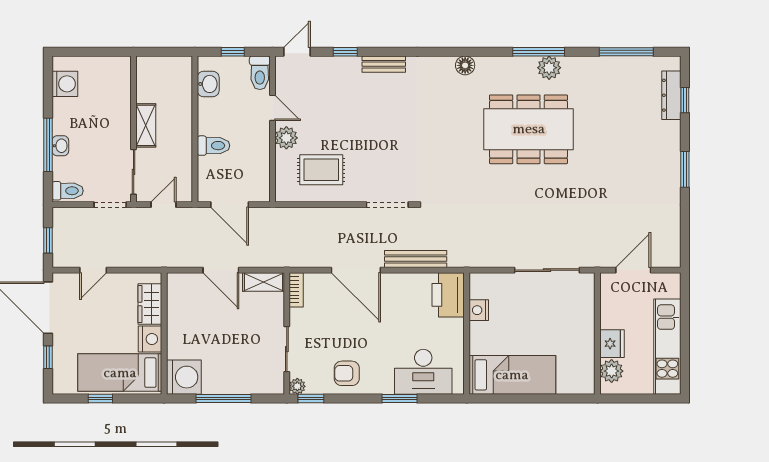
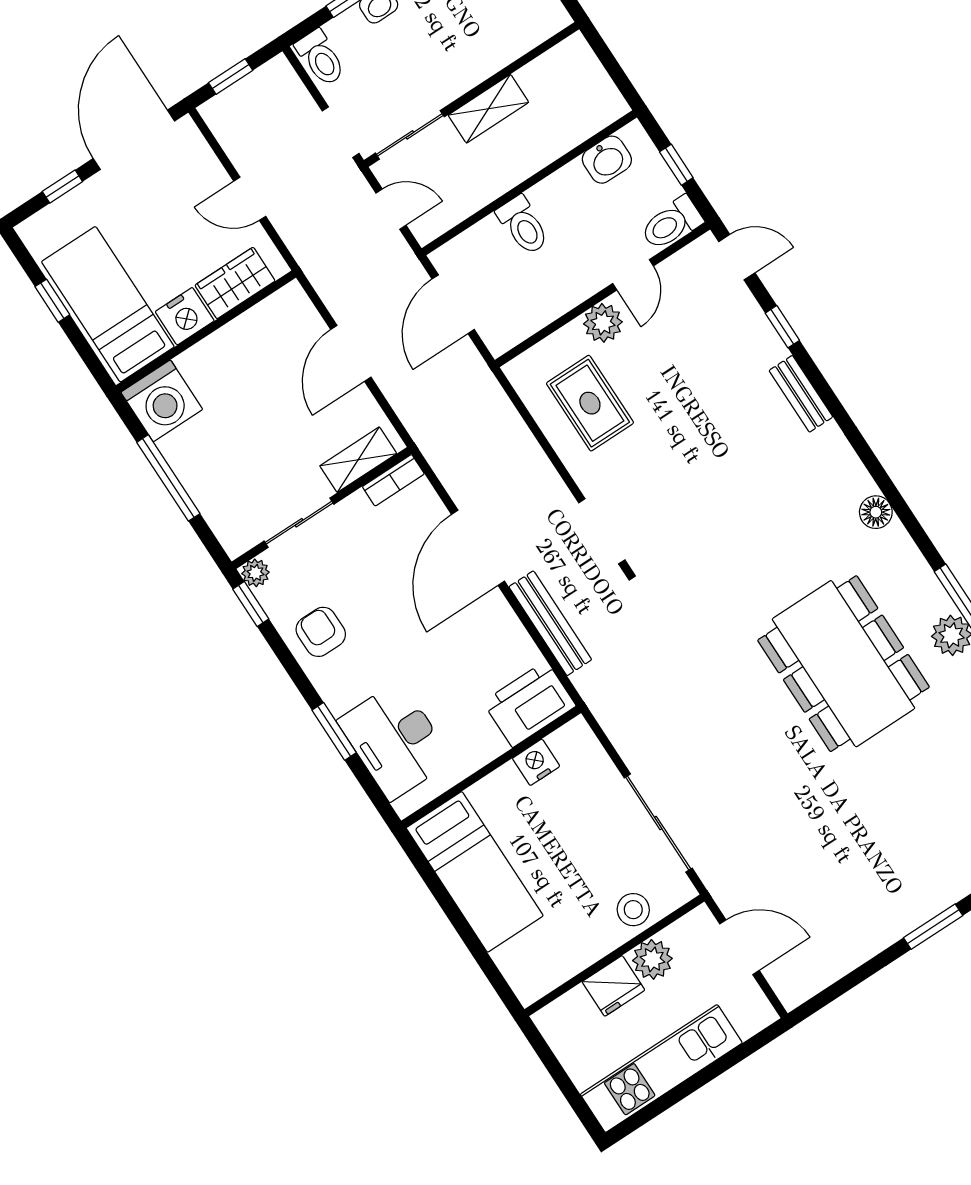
door: (93, 270) -> (250, 199), moved
shelving: (264, 282) -> (358, 460), moved, turned 90
stool: (581, 310) -> (633, 910), added
plant: (612, 371) -> (652, 959), moved

